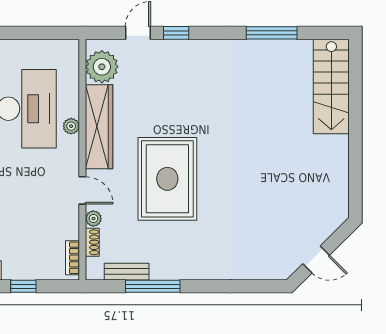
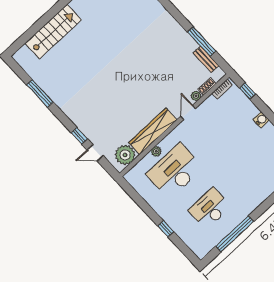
stairs: (331, 86) -> (53, 32), moved
plant: (71, 126) -> (156, 151), moved
rug: (167, 179) -> (148, 79), removed
window: (23, 286) -> (248, 91), moved

